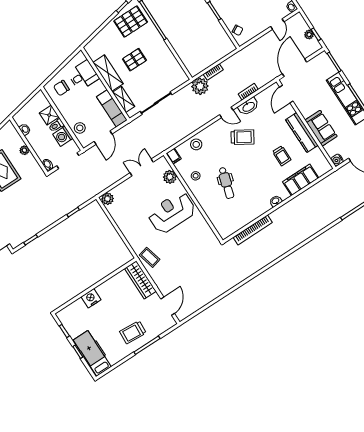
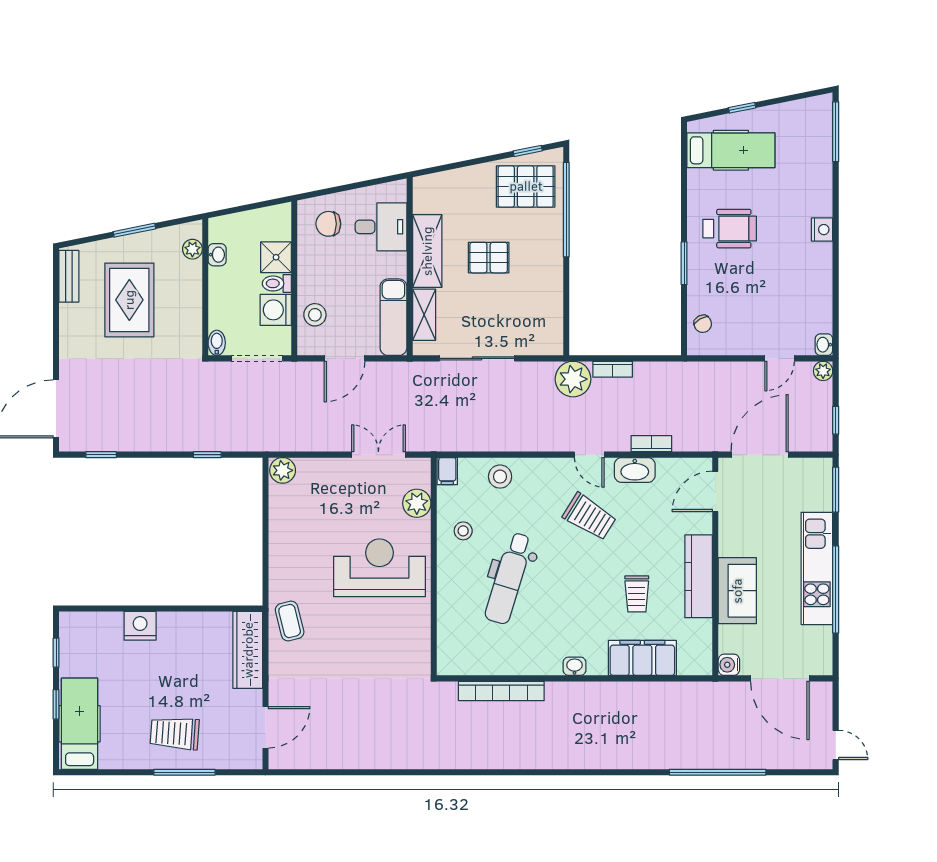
plant: (309, 35) -> (823, 371), moved
plant: (24, 150) -> (192, 249), moved
dental chair: (226, 183) -> (509, 578), width x1.36, depth x1.38

